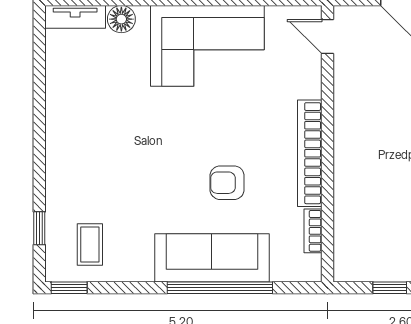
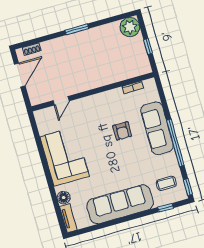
door: (327, 37) -> (61, 101), moved
sofa: (73, 134) -> (120, 204), added
bookcase: (310, 153) -> (99, 98), removed
window: (220, 288) -> (175, 143), moved

